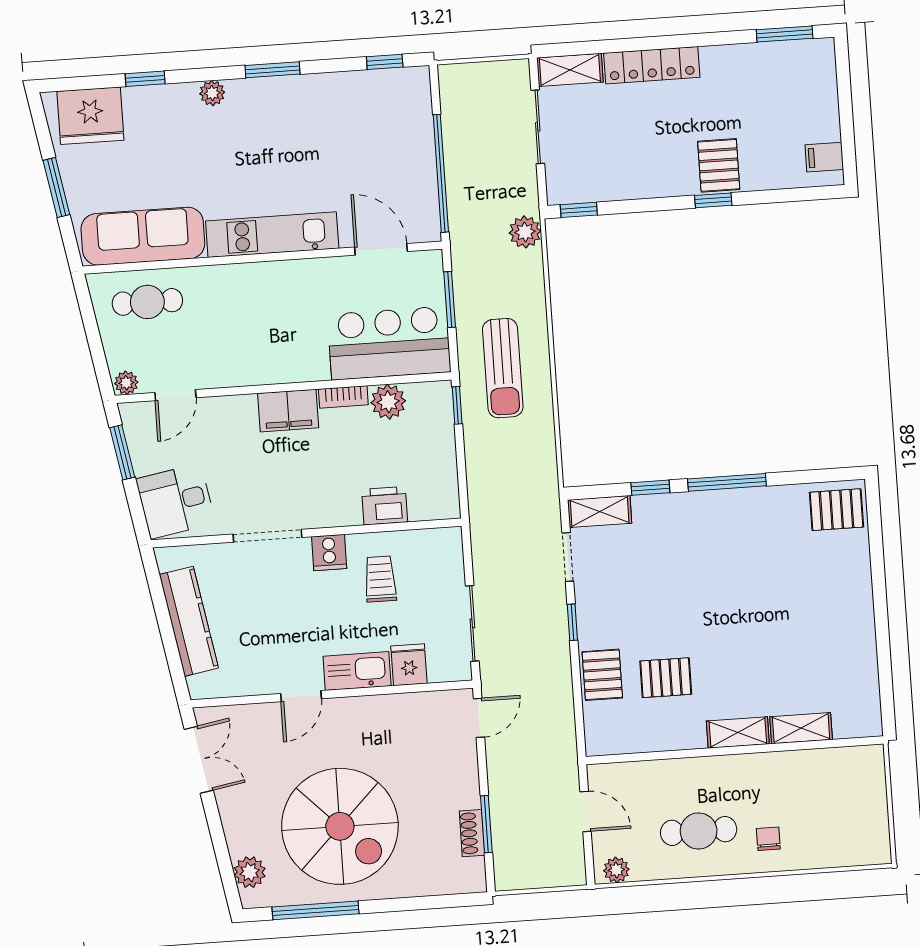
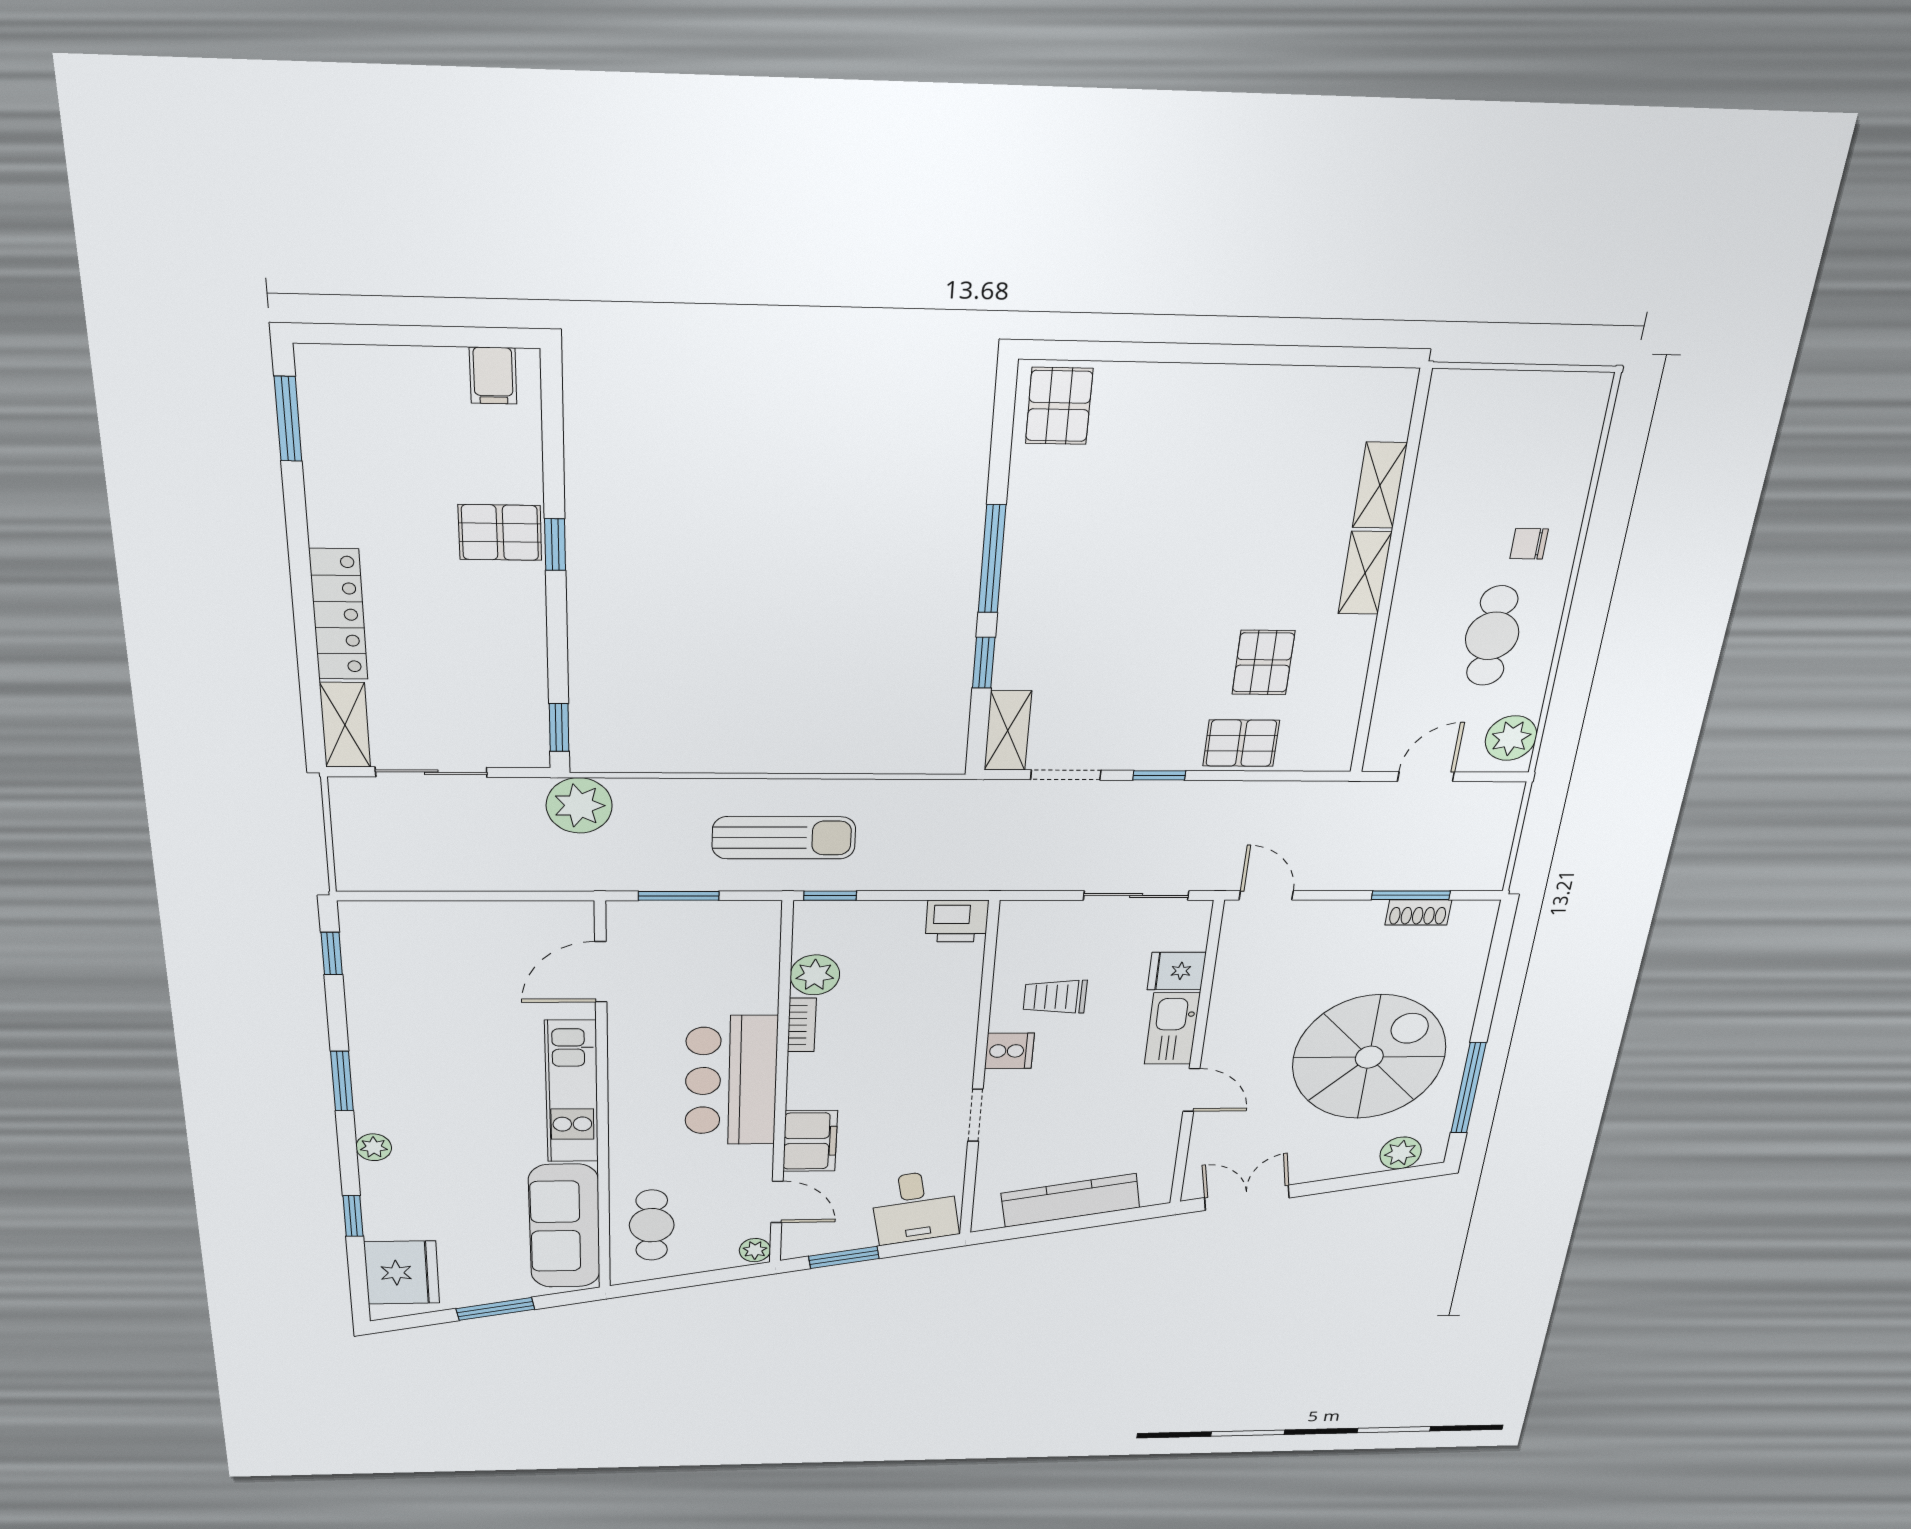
window: (441, 173) -> (496, 896), removed
plant: (525, 232) -> (579, 806), width x1.36, depth x1.36
bar counter: (389, 343) -> (731, 1081), moved
filing cabinet: (288, 411) -> (810, 1141), moved
printer: (385, 506) -> (957, 921), moved, turned -90
doorway: (267, 536) -> (975, 1115), width x0.73
plant: (616, 870) -> (1511, 738), width x1.38, depth x1.38

